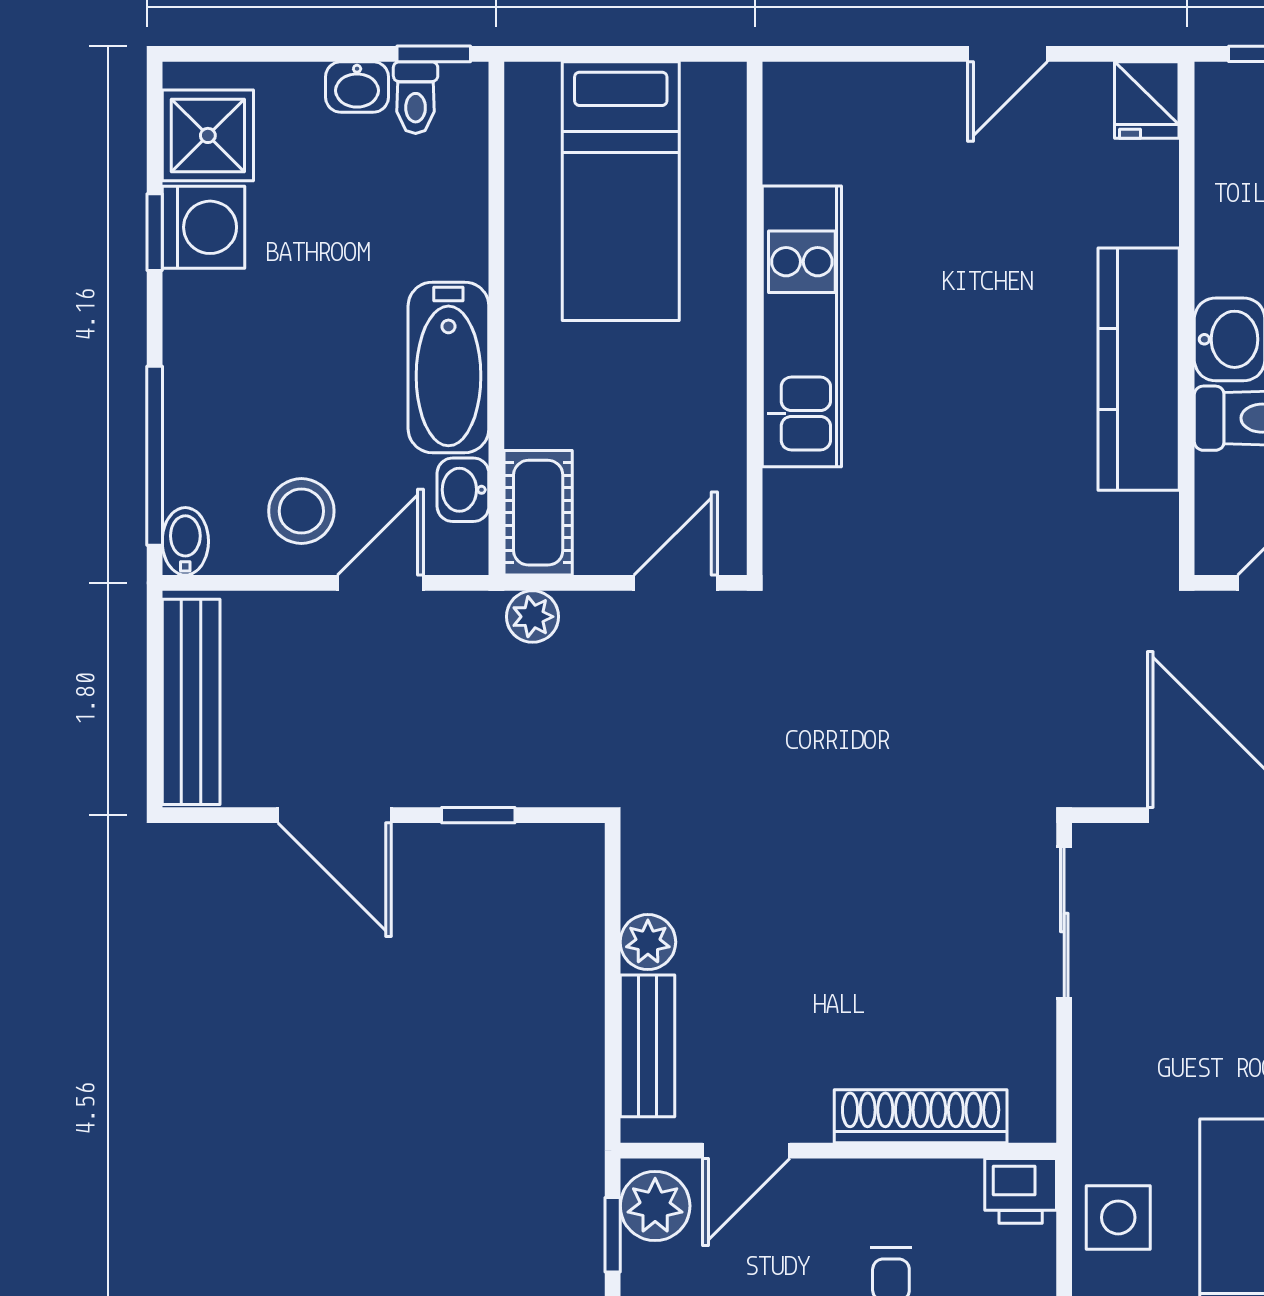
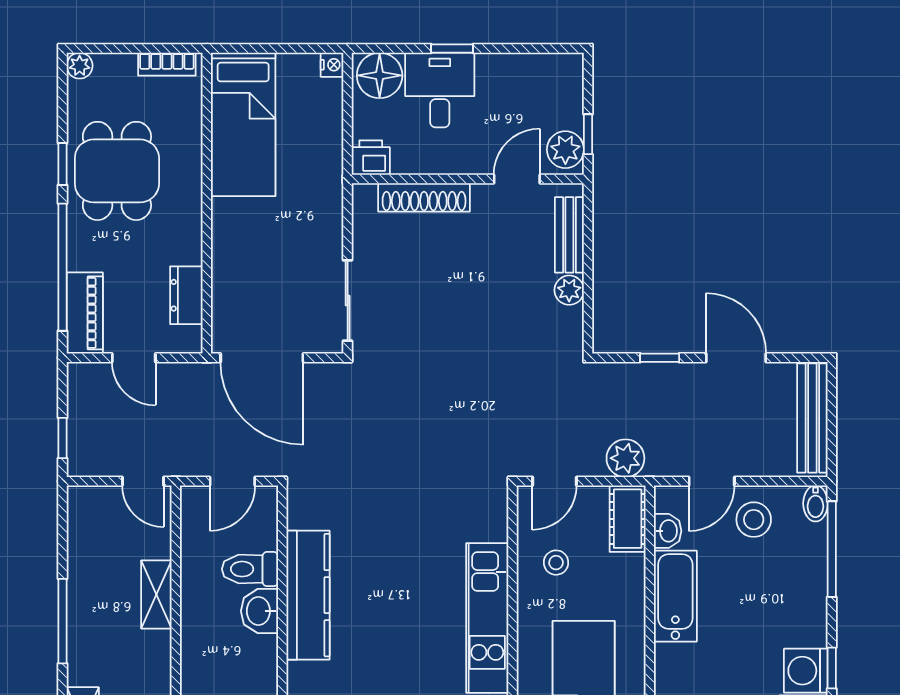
stool: (673, 430) -> (556, 563), added
plant: (532, 617) -> (625, 458), width x1.38, depth x1.38
side table: (1118, 1217) -> (319, 144), removed

